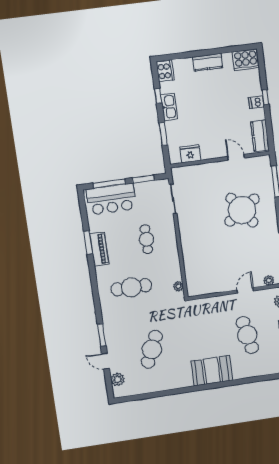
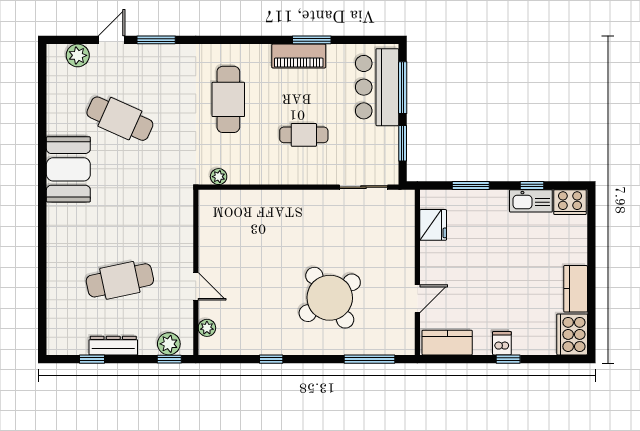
kitchen counter: (208, 62) -> (576, 289), moved
kitchen sink: (169, 107) -> (531, 201), moved
booth: (212, 371) -> (68, 169), moved

